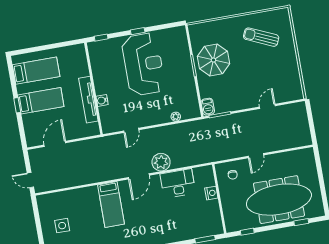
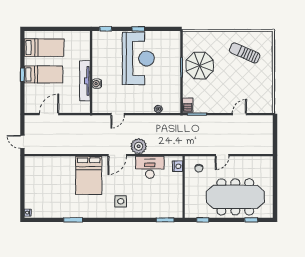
nightstand: (211, 193) -> (178, 166), moved
bed: (111, 204) -> (89, 175), width x1.50
side table: (62, 226) -> (121, 201), moved

